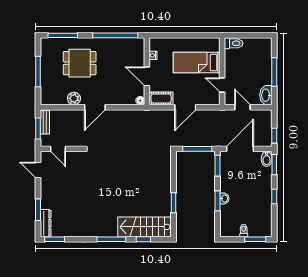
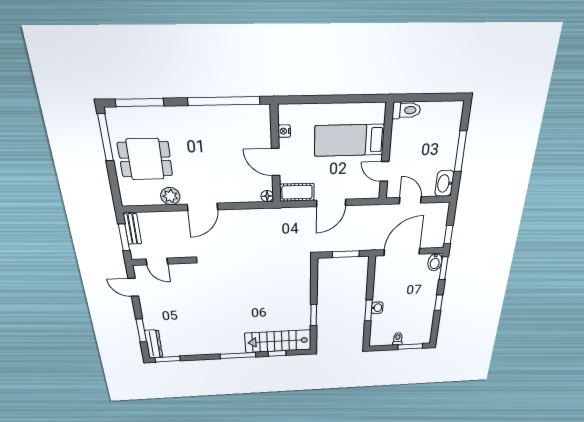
dining table: (80, 63) -> (145, 159), moved
window: (38, 71) -> (105, 138), moved
window: (197, 149) -> (346, 254), width x0.69
window: (217, 166) -> (371, 272), removed

